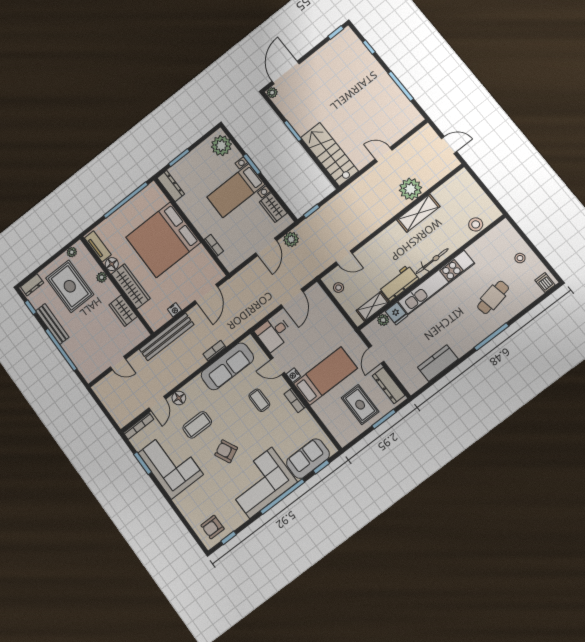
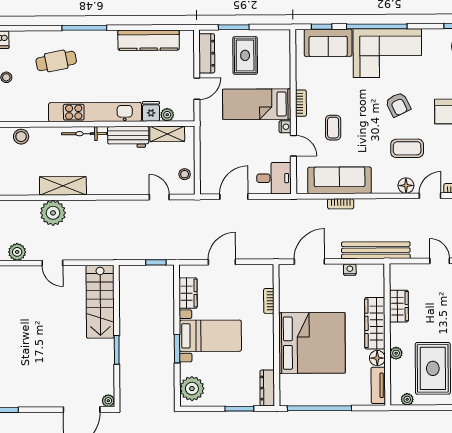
plant: (291, 239) -> (17, 252), moved
kitchen counter: (438, 363) -> (149, 40), width x1.50

